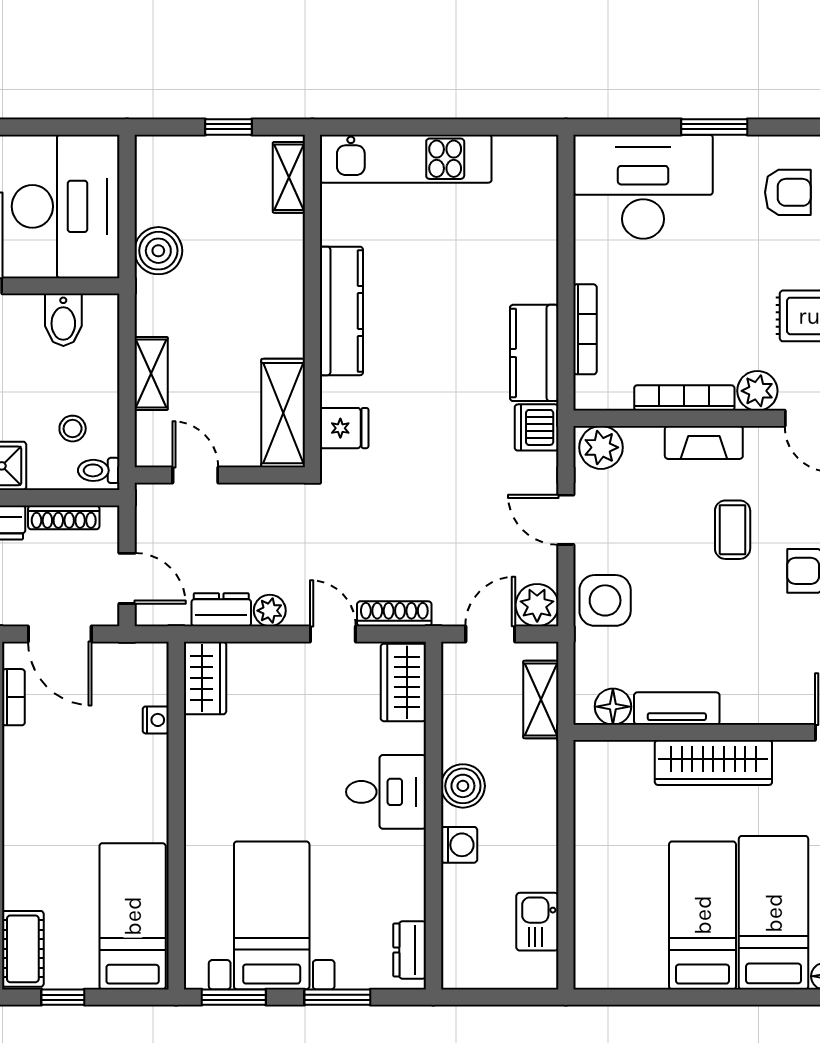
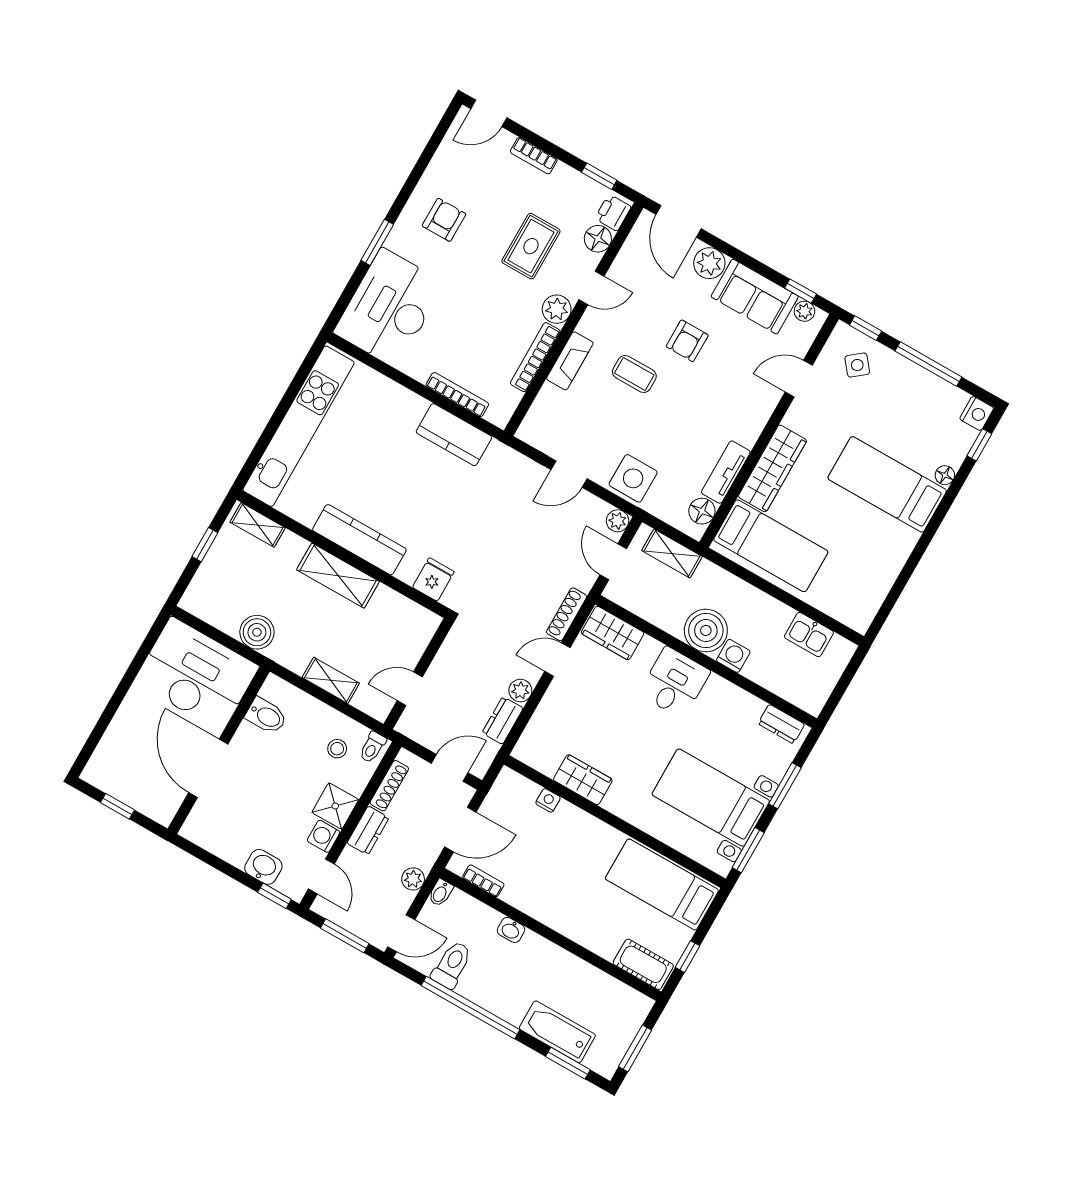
kitchen unit: (406, 159) -> (299, 426), width x1.36
shelving: (283, 413) -> (338, 576), moved
dishwasher: (537, 427) -> (501, 460), removed
plant: (601, 447) -> (536, 427), removed
plant: (537, 605) -> (618, 521), width x0.73, depth x0.73
wardrobe: (205, 678) -> (583, 780), moved
boiler: (463, 786) -> (706, 630), width x1.37, depth x1.37
bed: (703, 915) -> (771, 546), moved, turned 180

